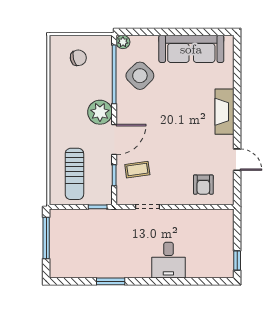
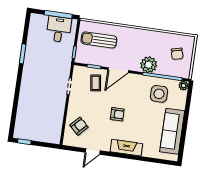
side table: (140, 76) -> (159, 94), turned 45
plant: (100, 112) -> (149, 65), moved
armchair: (178, 132) -> (117, 114), added
door: (114, 140) -> (118, 70), hinge flipped
armchair: (203, 185) -> (79, 126), turned 134
desk: (168, 260) -> (59, 29), moved, turned 90

